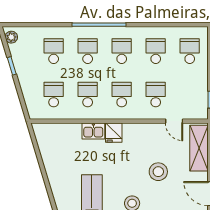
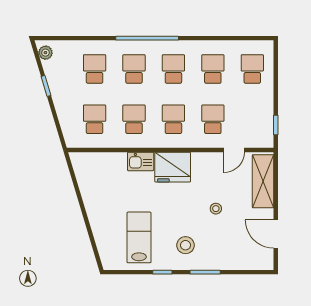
door: (174, 121) -> (234, 150), hinge flipped
fridge: (114, 133) -> (173, 167), width x1.88, depth x1.34
stool: (158, 172) -> (216, 209), width x0.53, depth x0.53

